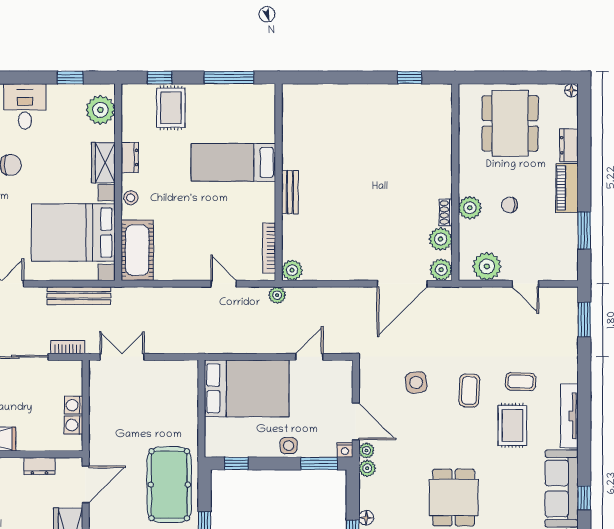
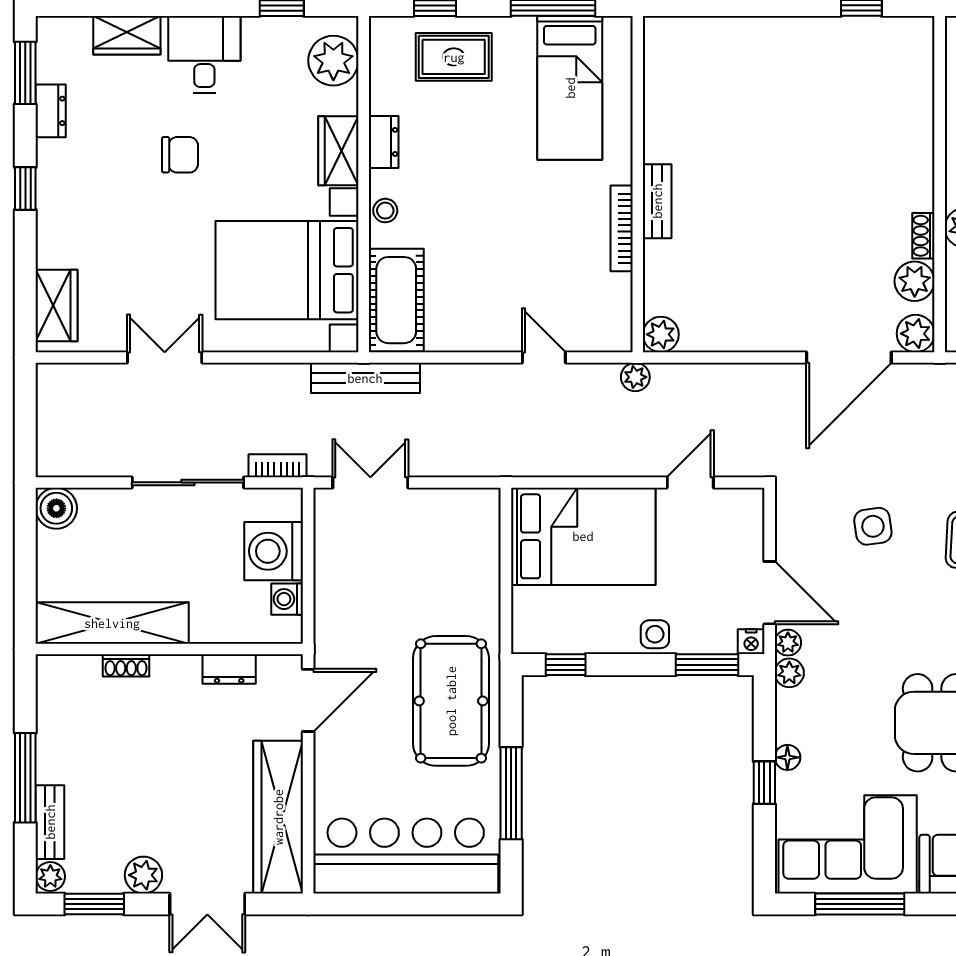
rug: (171, 108) -> (454, 57), turned 90
bed: (233, 162) -> (570, 88), moved, turned -90
bookcase: (269, 248) -> (622, 228), moved
bench: (79, 296) -> (365, 378), moved
washing machine: (74, 405) -> (274, 551), width x1.89, depth x1.89

